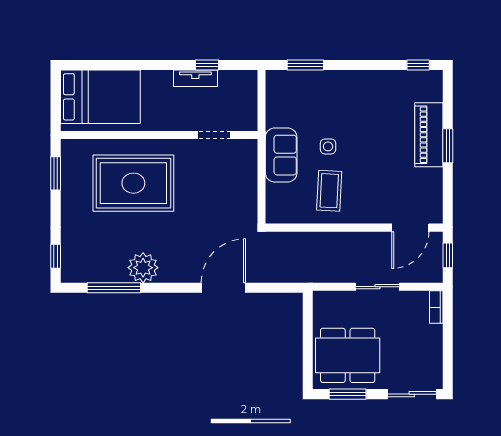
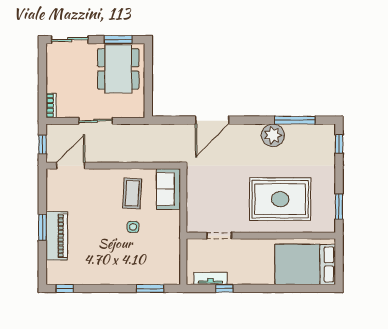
tv unit: (195, 78) -> (210, 278), moved
sofa: (281, 155) -> (168, 189), moved
dining table: (348, 355) -> (118, 69), turned 90

